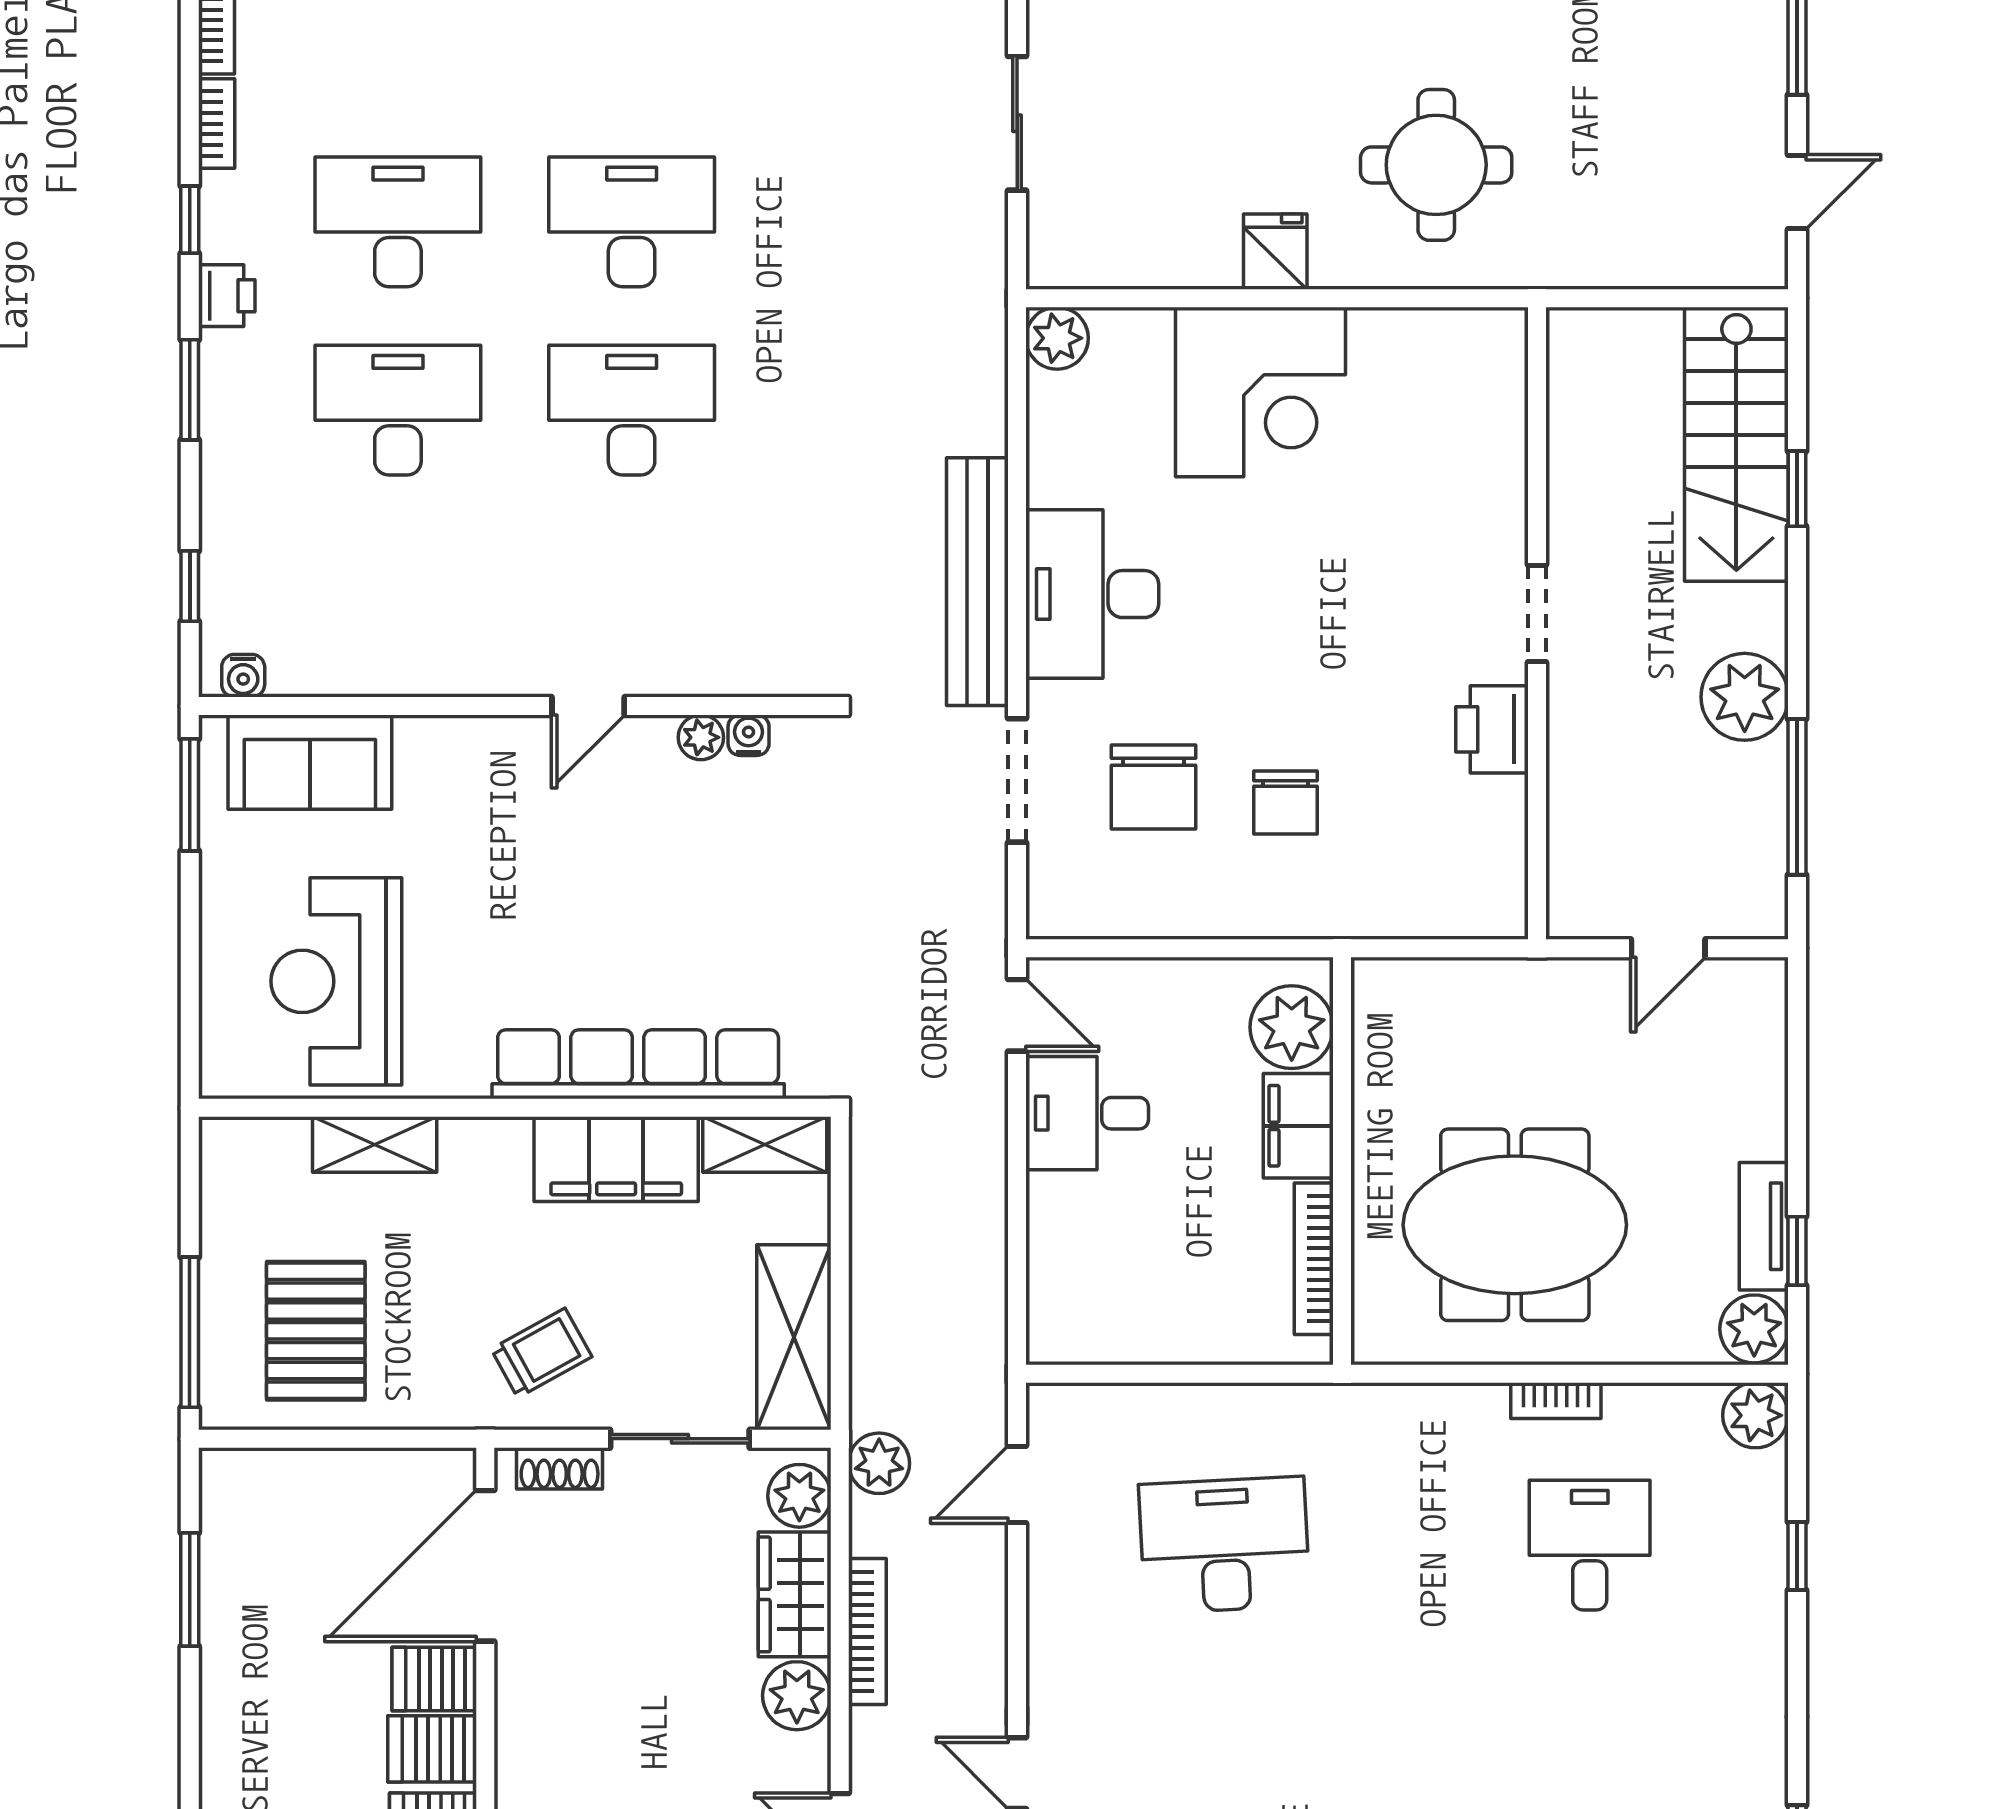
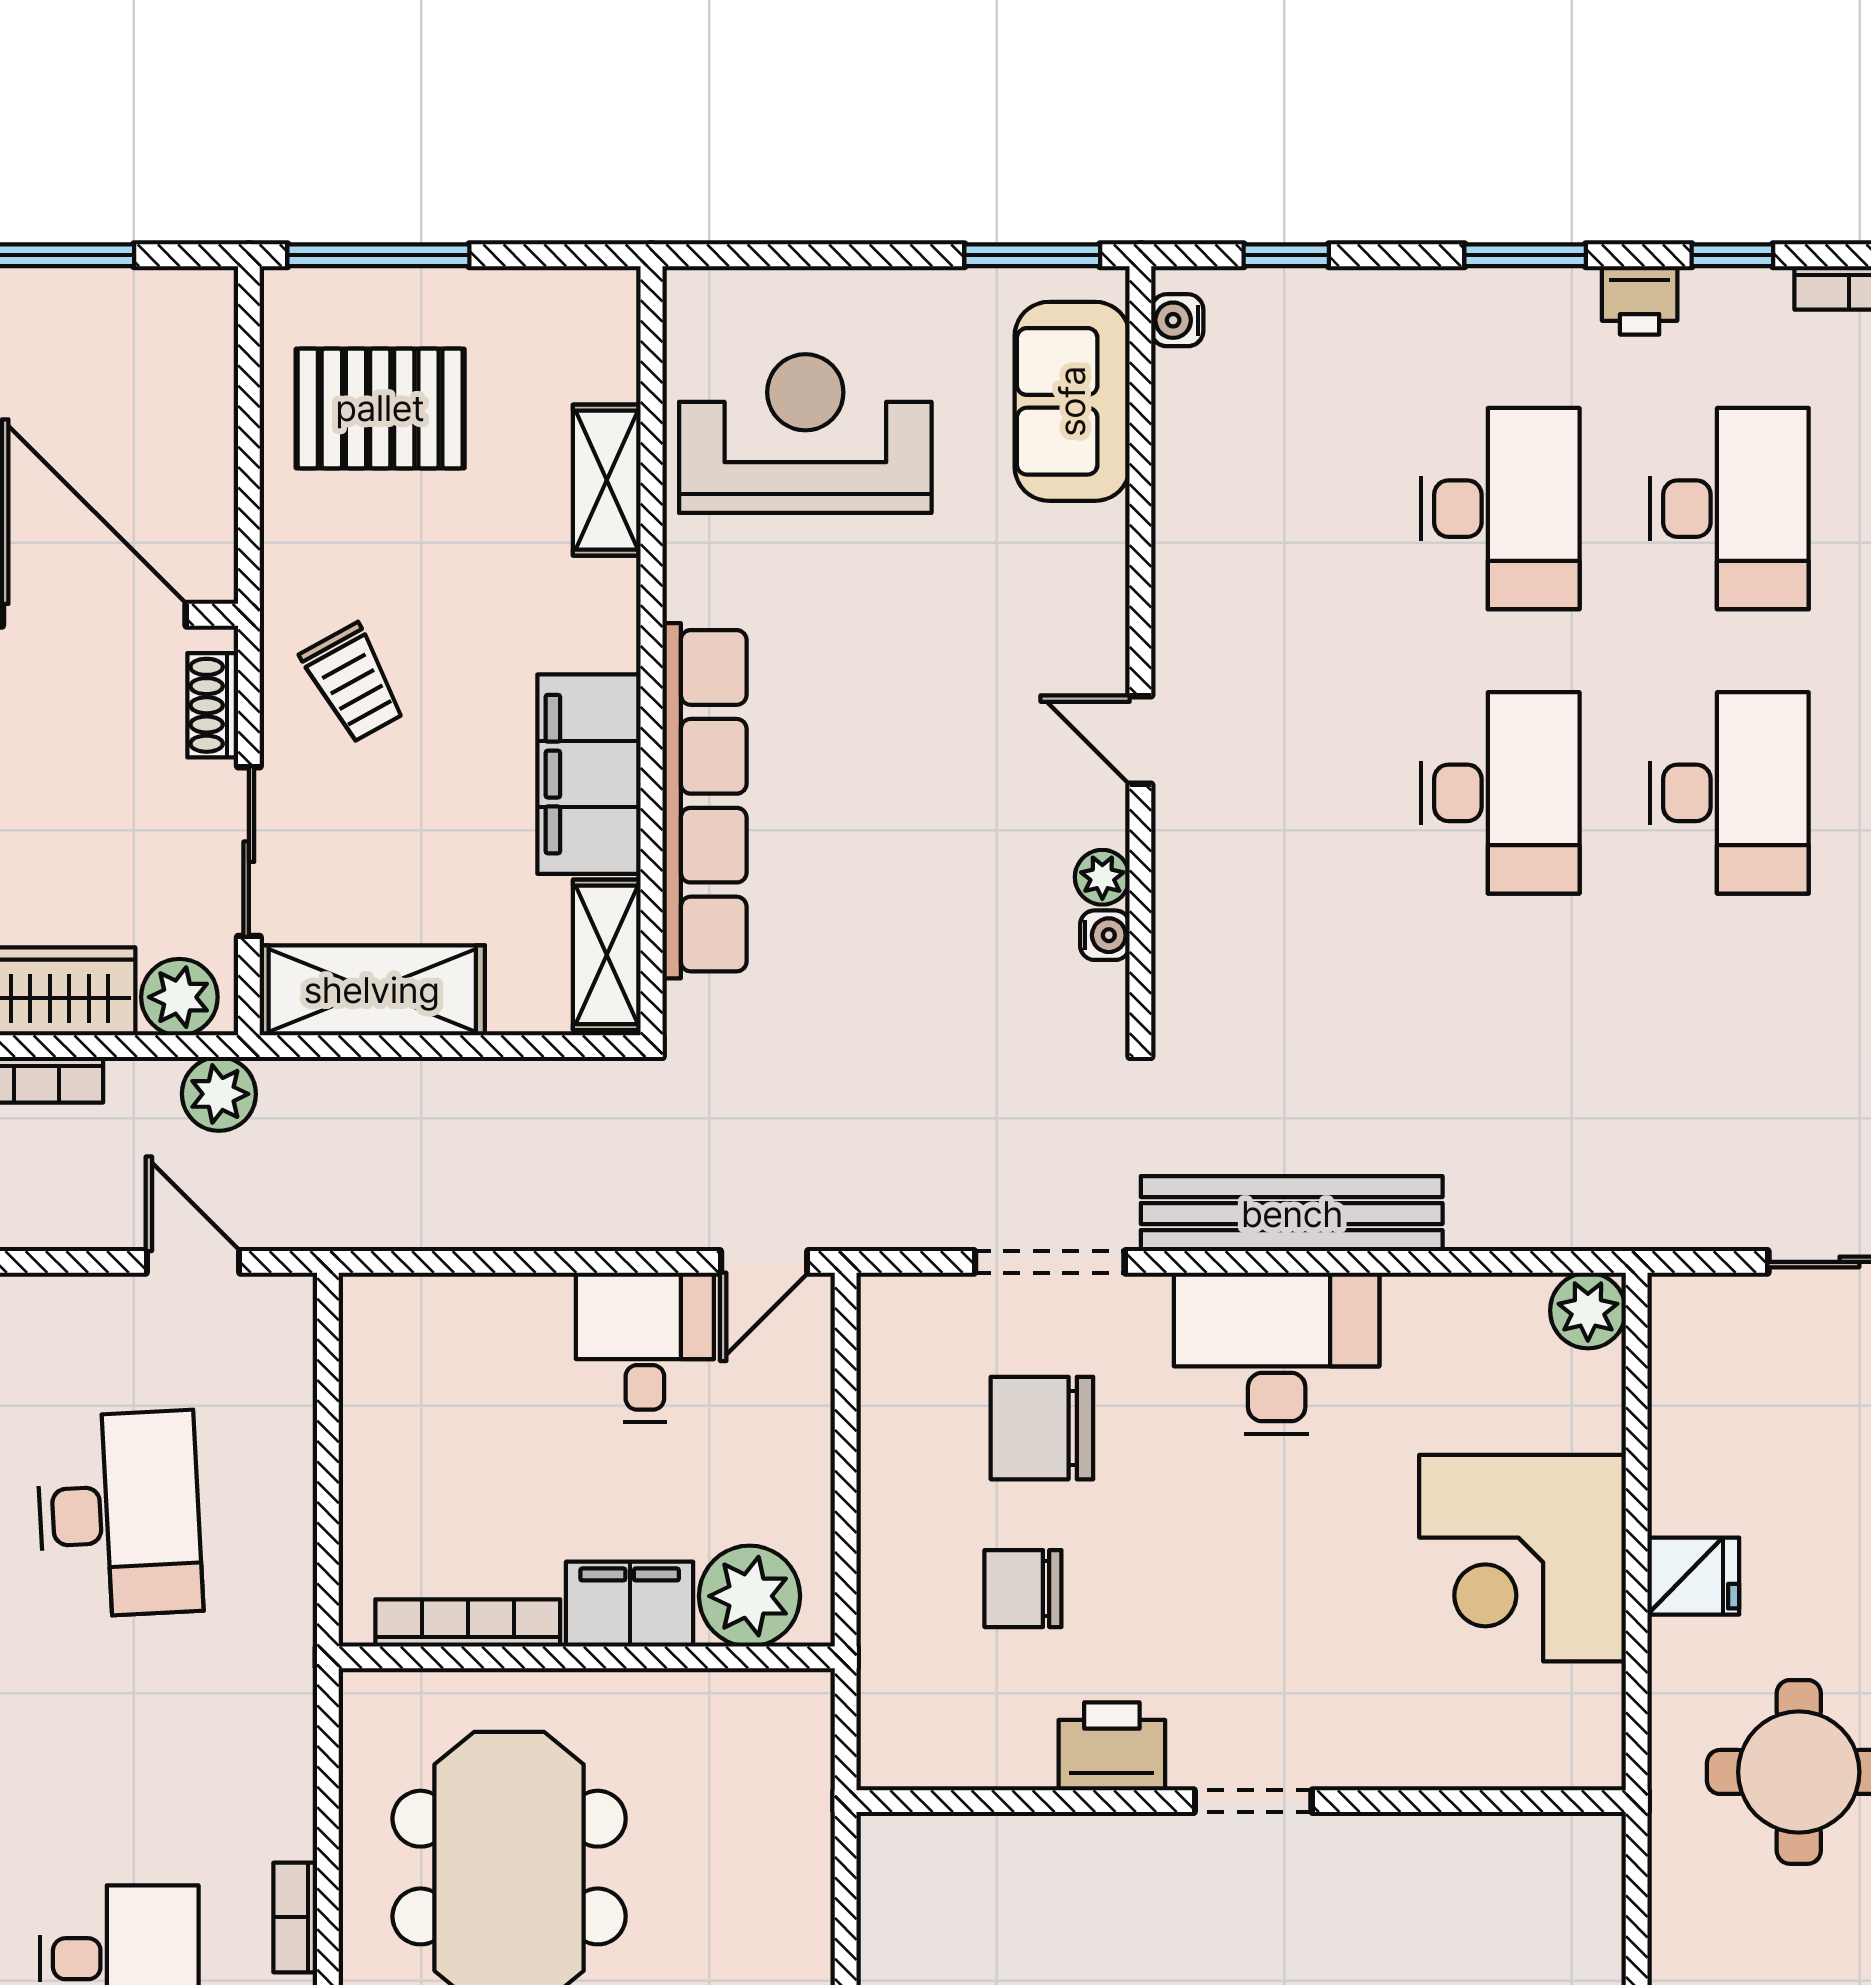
doorway: (1537, 613) -> (1253, 1801), moved
wall: (1537, 623) -> (1241, 1801), moved
printer: (1492, 729) -> (1112, 1746), moved

